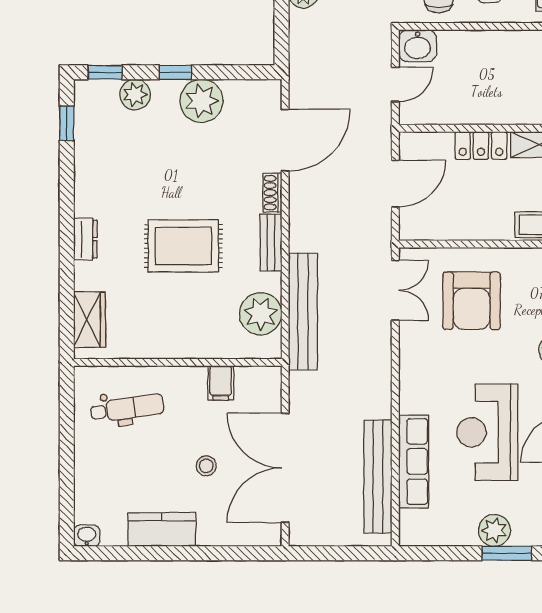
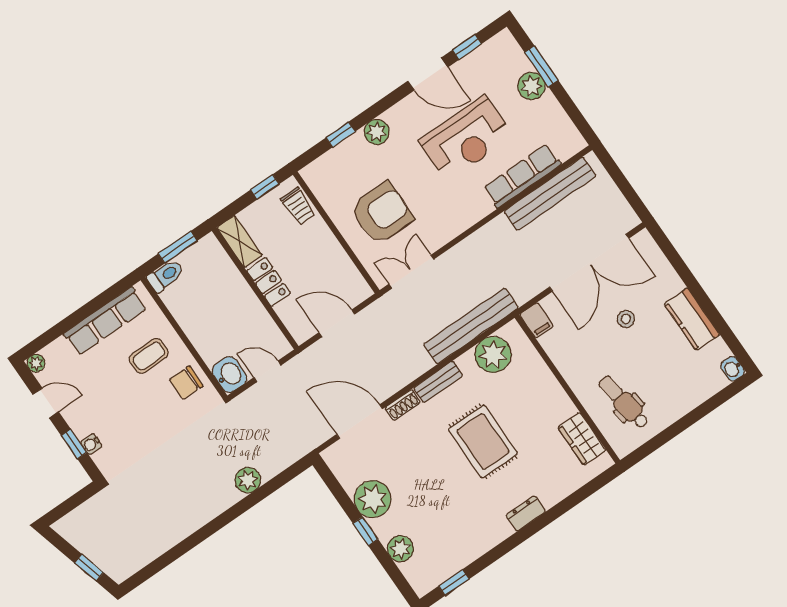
window: (105, 72) -> (400, 580), removed
wardrobe: (89, 320) -> (582, 439), moved, turned -90
filing cabinet: (221, 383) -> (536, 320), moved, turned 90

